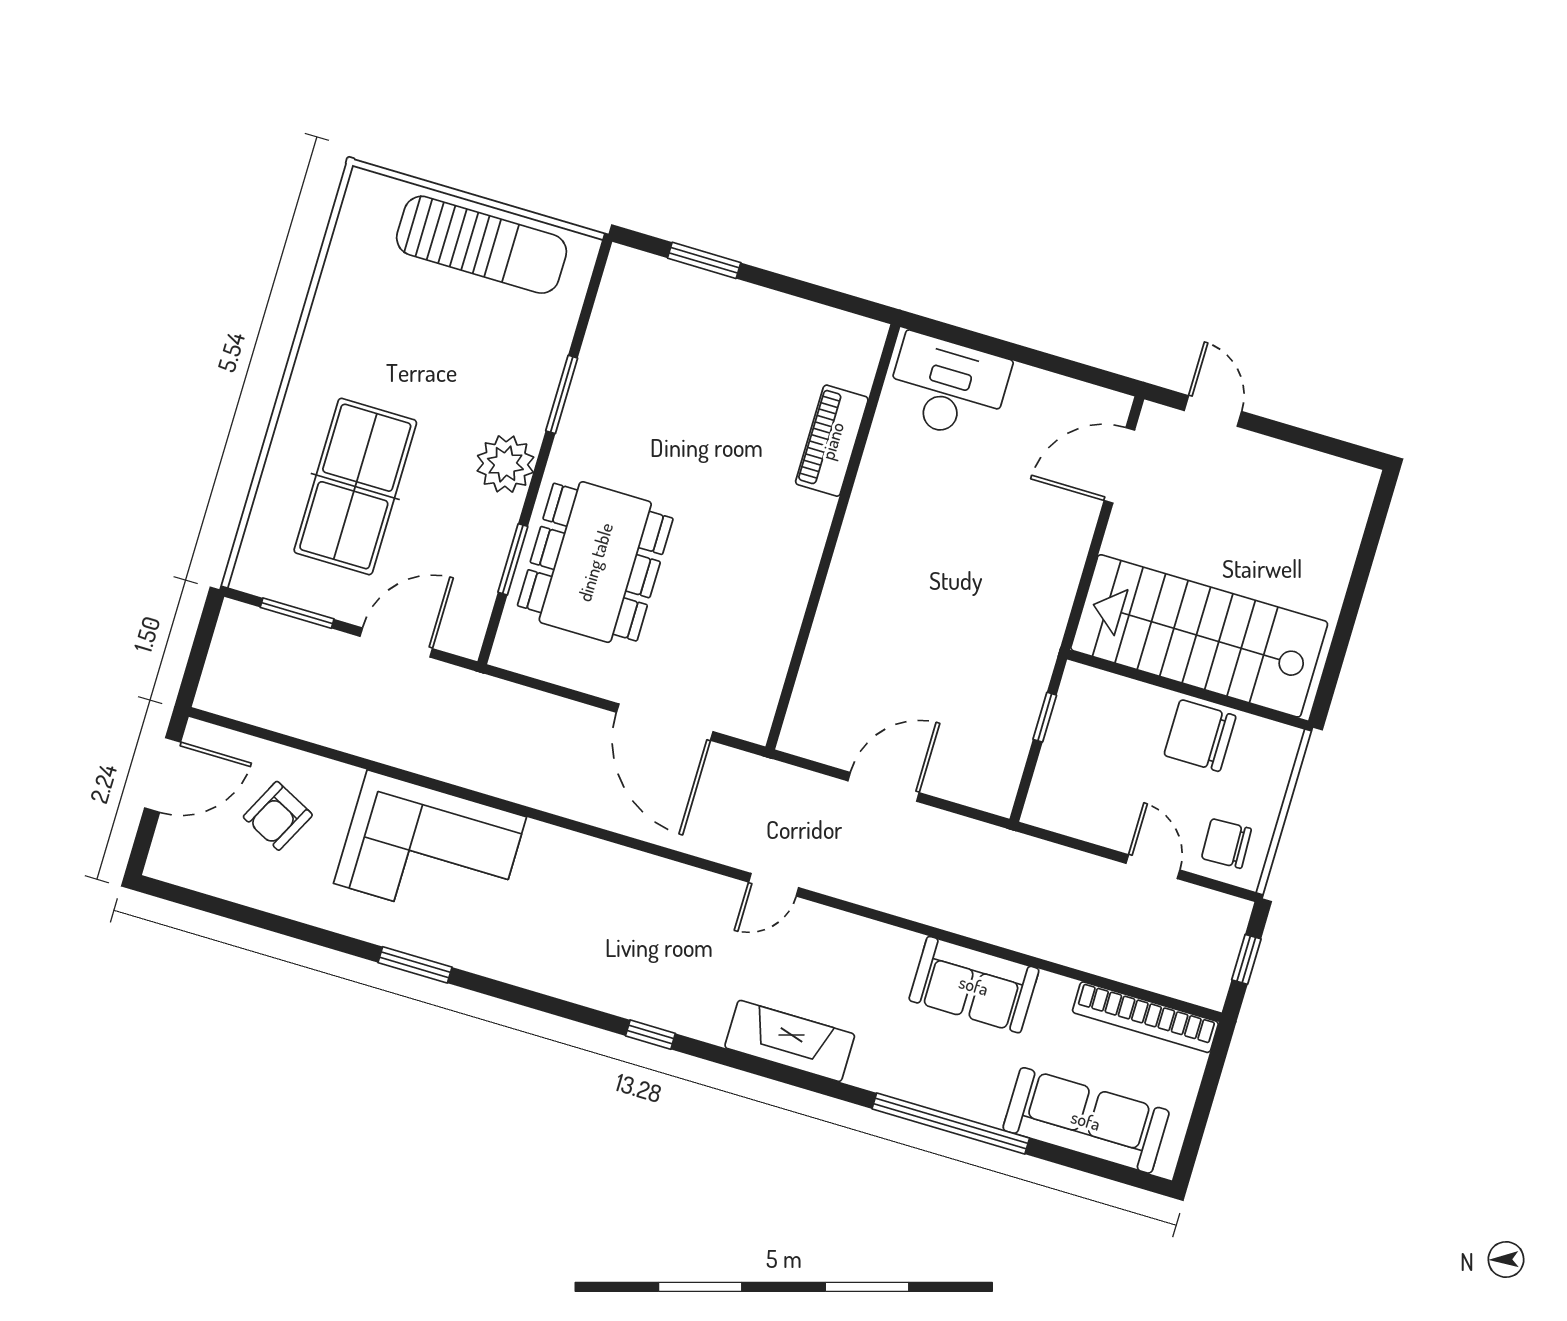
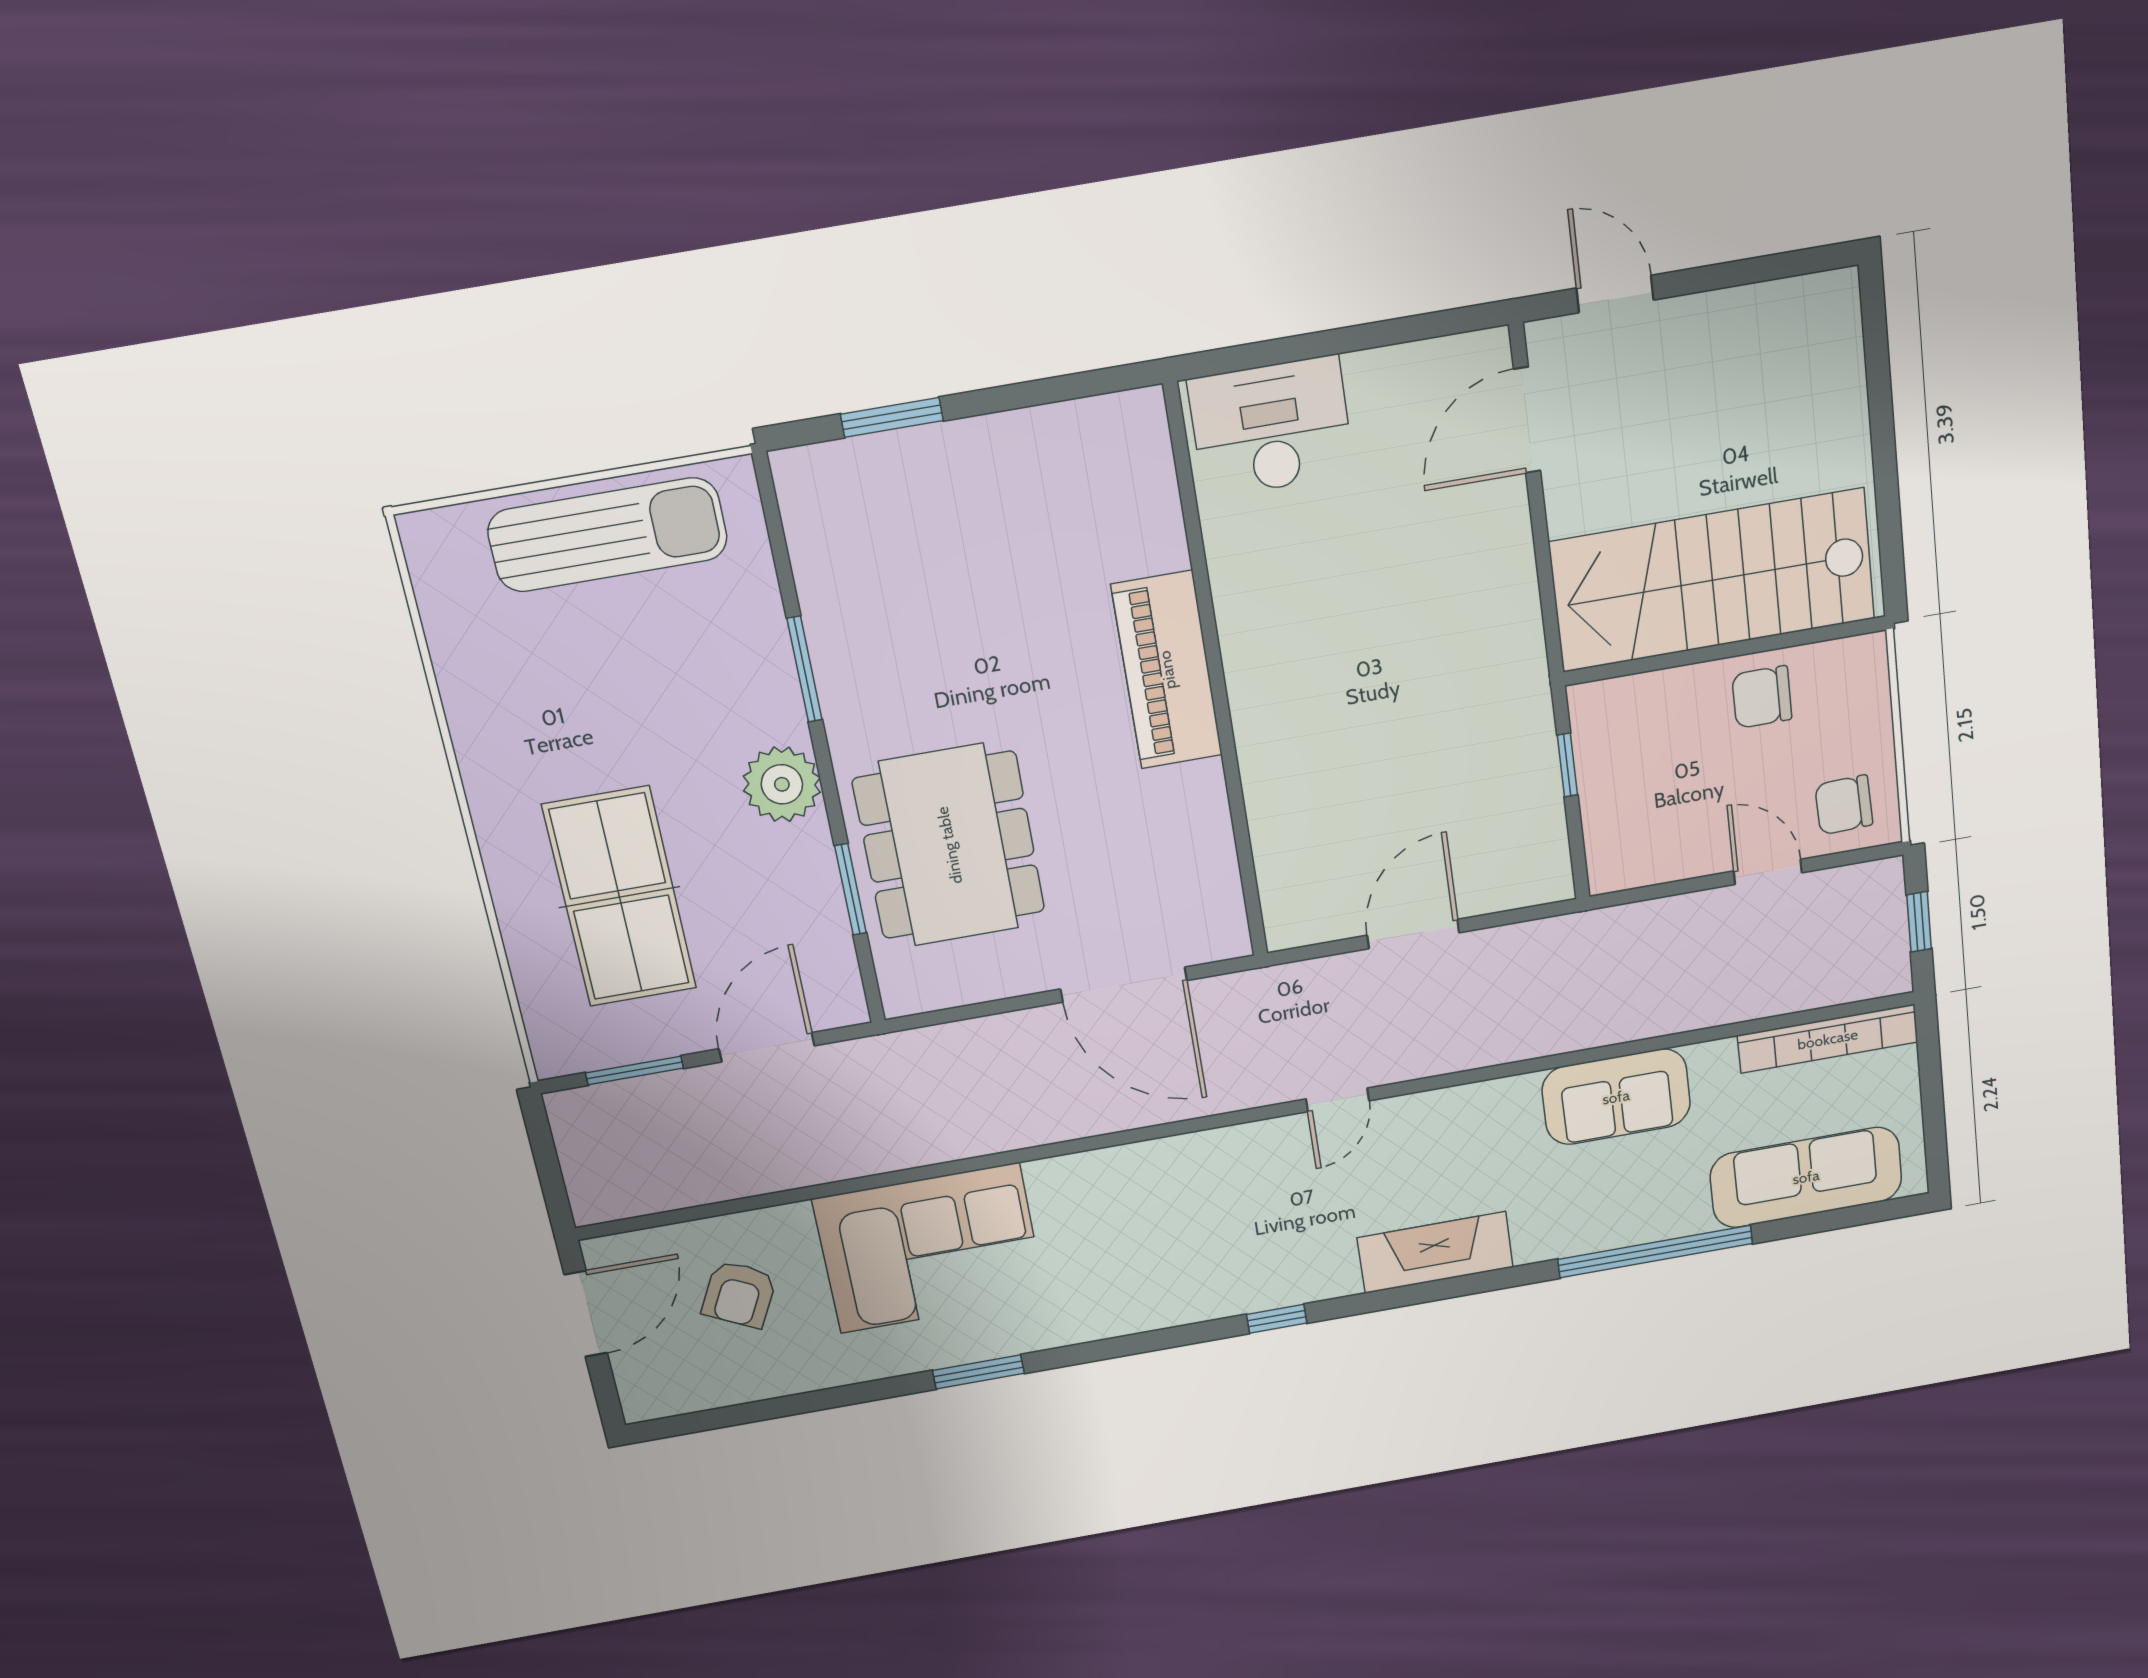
piano: (832, 441) -> (1167, 670), moved, width x1.37, depth x1.33
chair: (1200, 736) -> (1762, 697), width x0.73, depth x0.73

